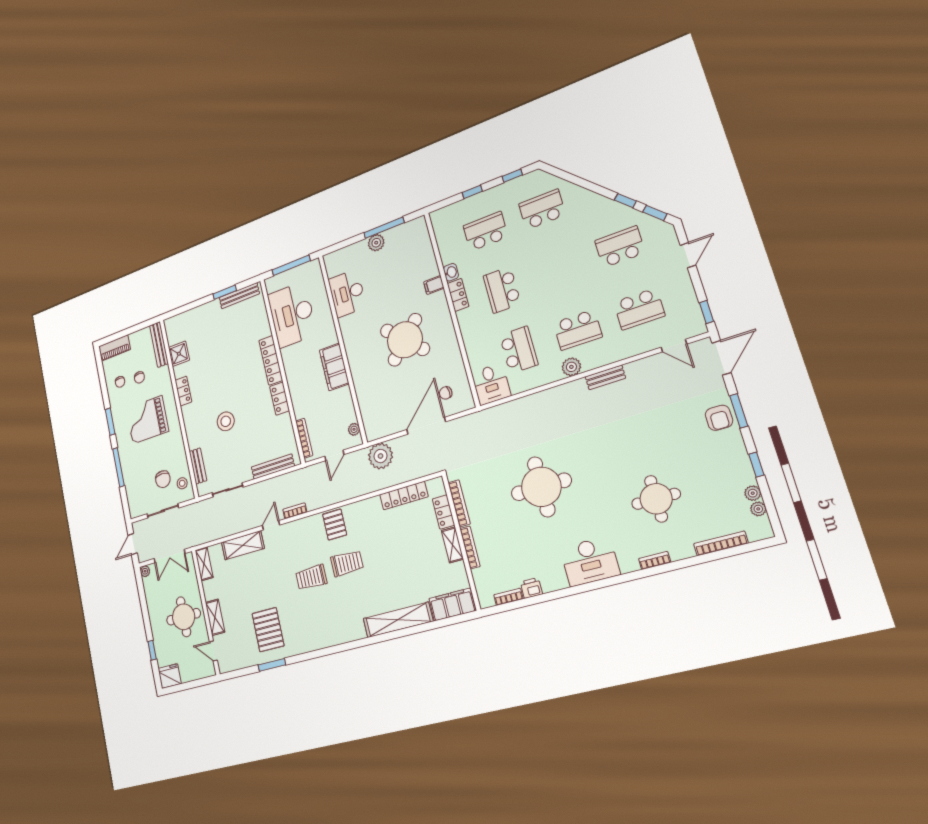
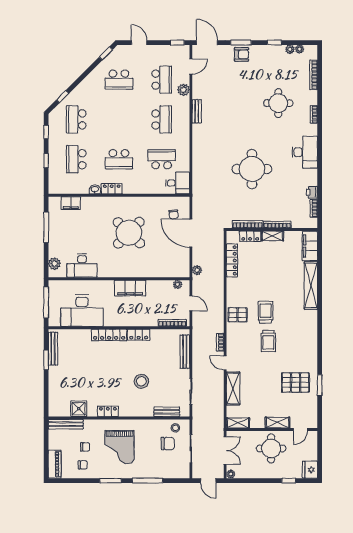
window: (625, 201) -> (63, 97), moved
plant: (376, 243) -> (54, 264), moved
school desk: (620, 247) -> (119, 80), turned -90
filing cabinet: (434, 285) -> (71, 203), moved, width x2.00
plant: (571, 367) -> (183, 90), moved
plant: (381, 456) -> (197, 270), width x0.53, depth x0.53

